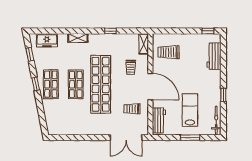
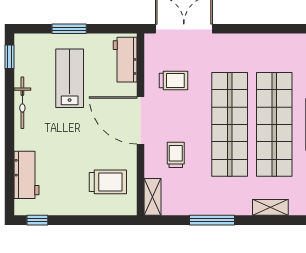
window: (110, 31) -> (212, 220), width x2.17
shop shelf: (76, 84) -> (274, 124), width x2.00, depth x1.36
window: (223, 95) -> (10, 57), moved
lab bench: (190, 110) -> (70, 78), turned 180
bicycle: (216, 121) -> (22, 103), moved

